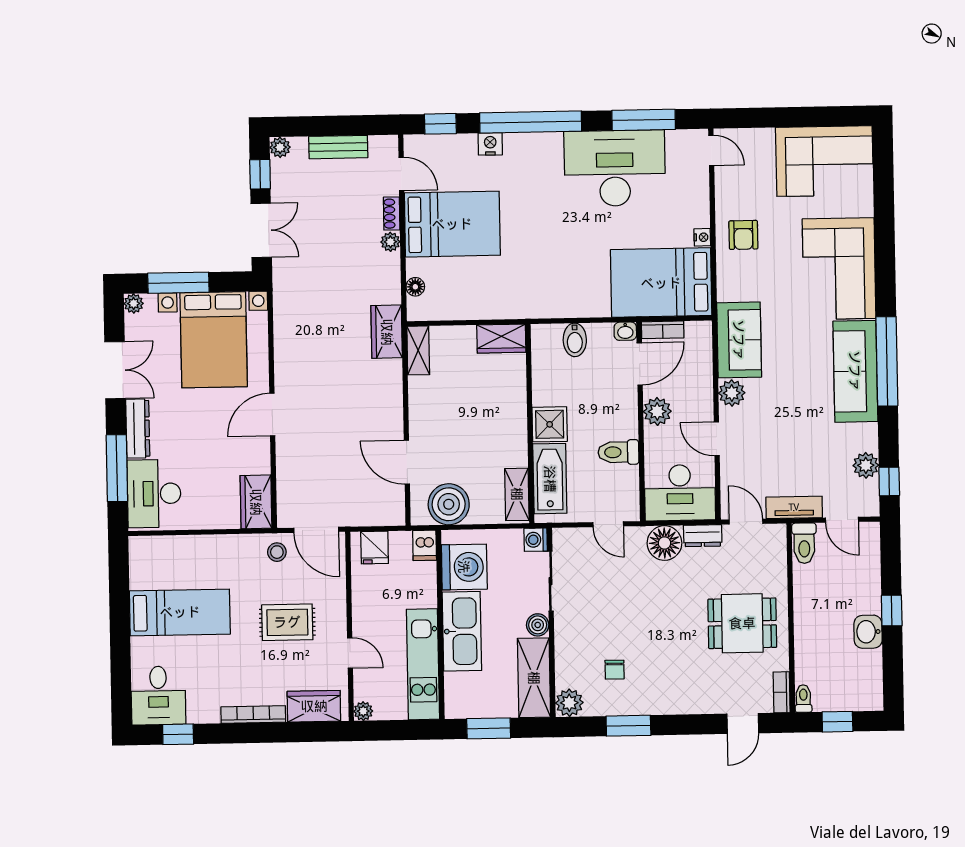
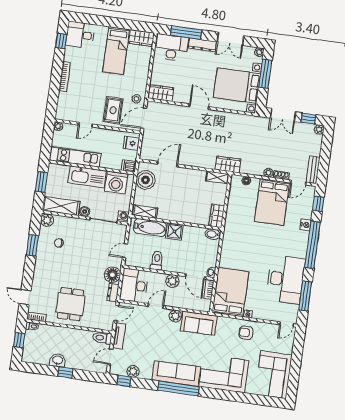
bench: (338, 147) -> (313, 170), moved
bidet: (575, 340) -> (213, 234), moved
rug: (287, 622) -> (113, 110), moved
wardrobe: (314, 706) -> (141, 38), moved, turned 90

